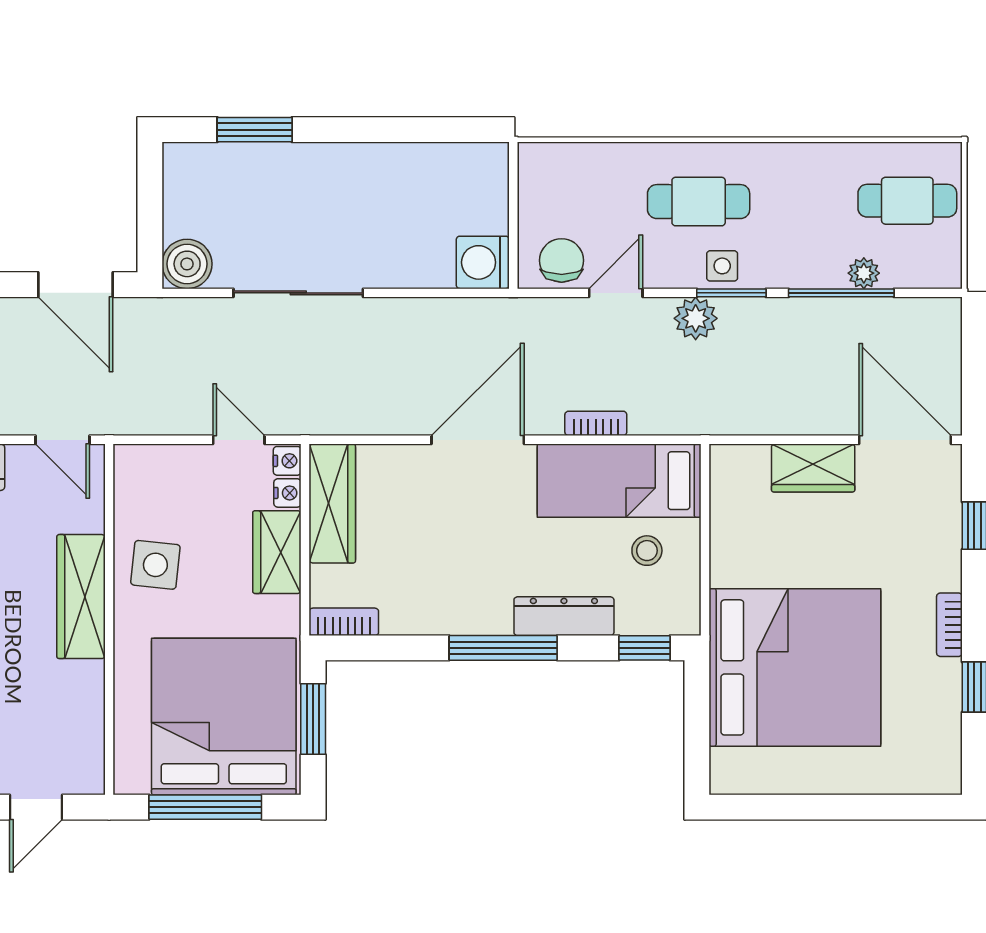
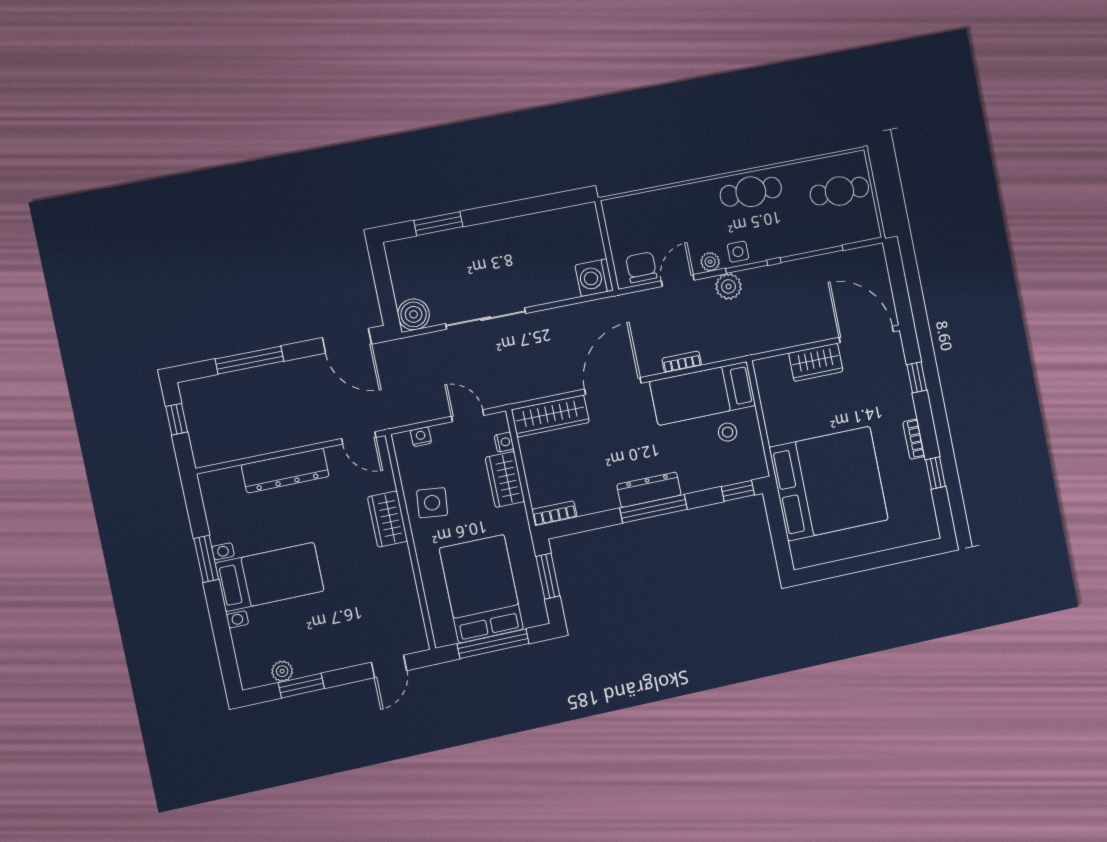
cafe table: (699, 202) -> (751, 192), moved
plant: (864, 273) -> (710, 262), moved
nightstand: (287, 461) -> (421, 437), moved, turned -90
wardrobe: (332, 504) -> (550, 416), moved, turned 90
wardrobe: (81, 597) -> (388, 519), width x0.67
dresser: (564, 616) -> (649, 490), moved
bed: (224, 716) -> (481, 589), width x0.73

